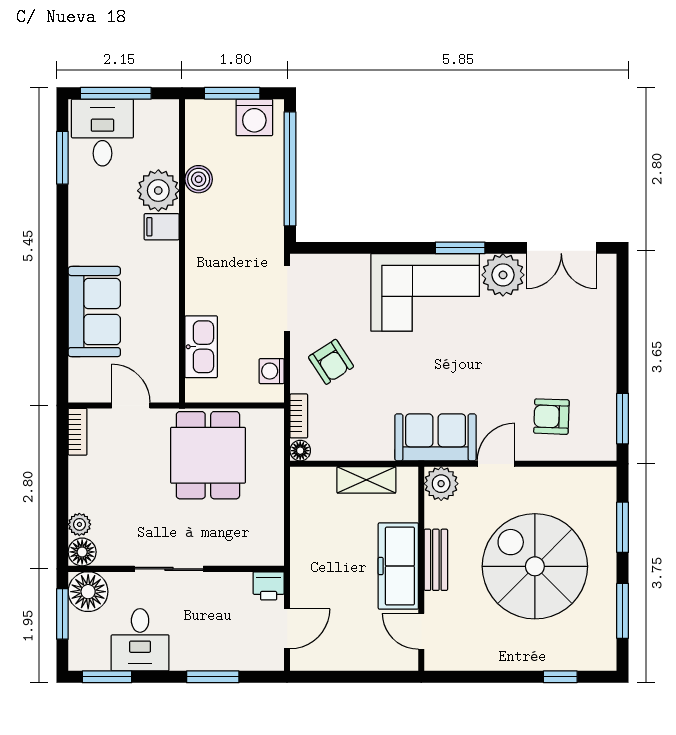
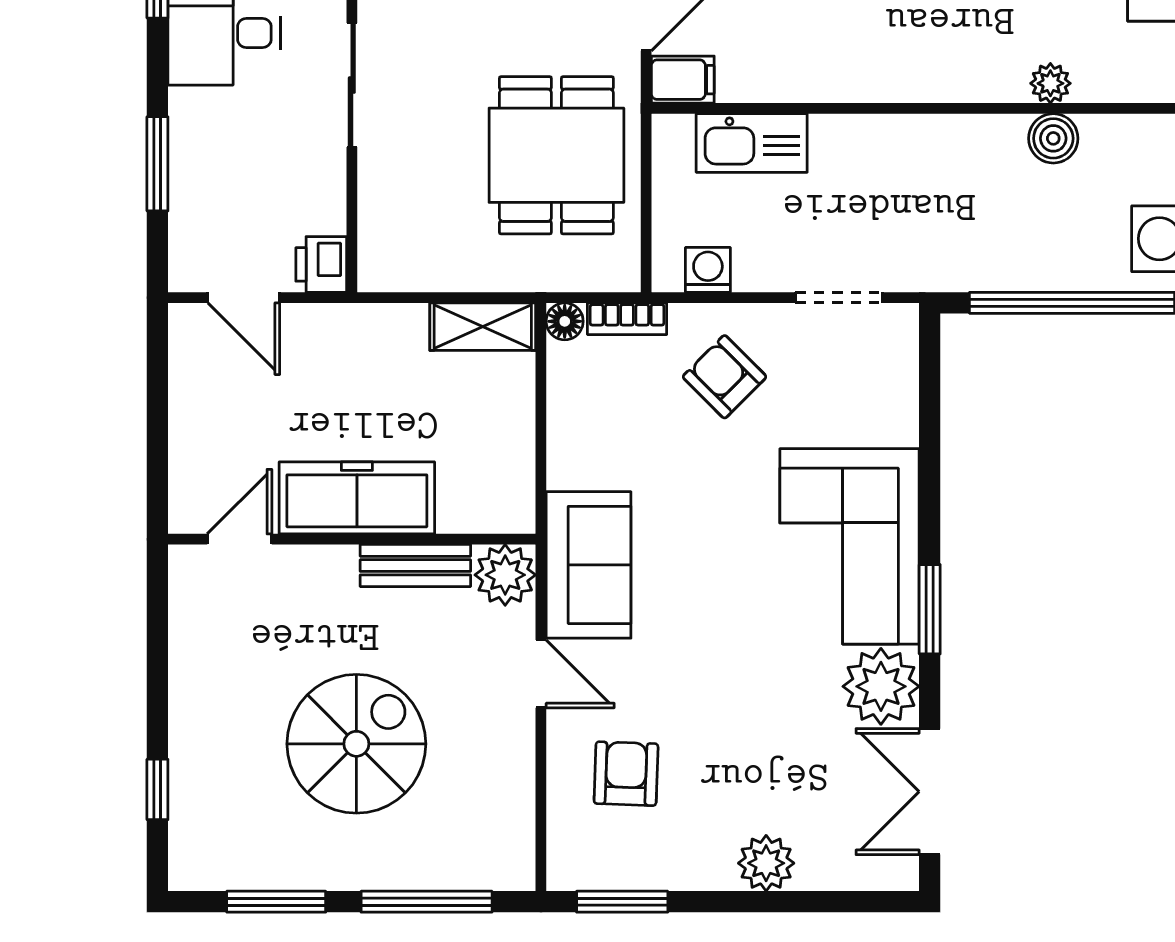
plant: (158, 191) -> (1050, 83), width x0.53, depth x0.53
filing cabinet: (162, 227) -> (683, 80), moved, turned 90
doorway: (287, 298) -> (839, 298), width x0.73
plant: (601, 339) -> (766, 863), added
armchair: (331, 362) -> (725, 377), turned 78
dining table: (208, 455) -> (556, 155), turned 90
shelving: (366, 480) -> (483, 327), moved, turned 90
window: (623, 527) -> (427, 902), width x1.44
bench: (436, 560) -> (415, 566), moved
spiral stairs: (535, 566) -> (356, 744), width x0.73, depth x0.73

